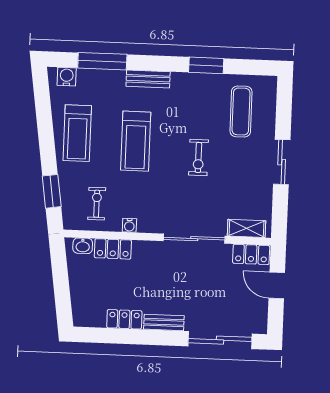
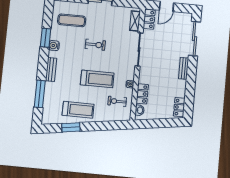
water cooler: (67, 77) -> (54, 46), moved
treadmill: (136, 141) -> (97, 79), moved
window: (52, 191) -> (71, 127), moved
locker: (124, 319) -> (179, 107), moved

